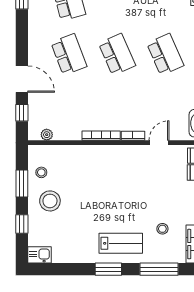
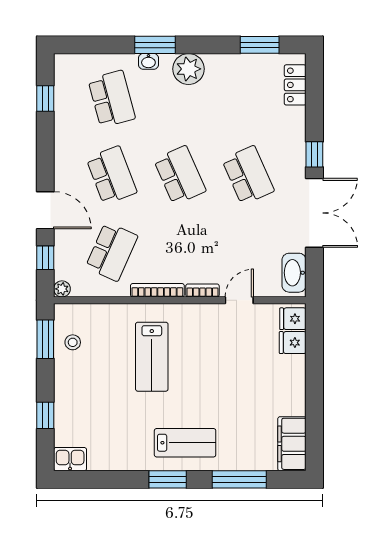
school desk: (69, 108) -> (112, 252), added
plant: (47, 135) -> (62, 289), moved
window: (22, 183) -> (45, 339), moved
lab bench: (97, 183) -> (152, 357), added
stool: (50, 201) -> (85, 383), removed
stool: (162, 229) -> (244, 422), removed

